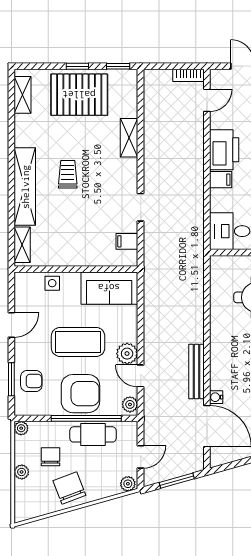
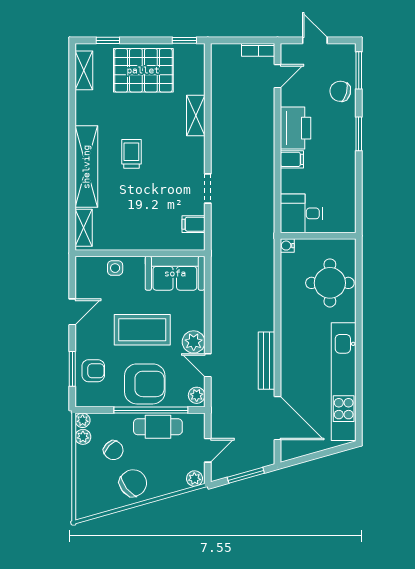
window: (77, 66) -> (108, 40), moved
water cooler: (216, 397) -> (287, 246), moved
chair: (51, 457) -> (113, 450), turned 134
plant: (22, 472) -> (83, 437), moved
chair: (69, 488) -> (133, 483), turned 73

